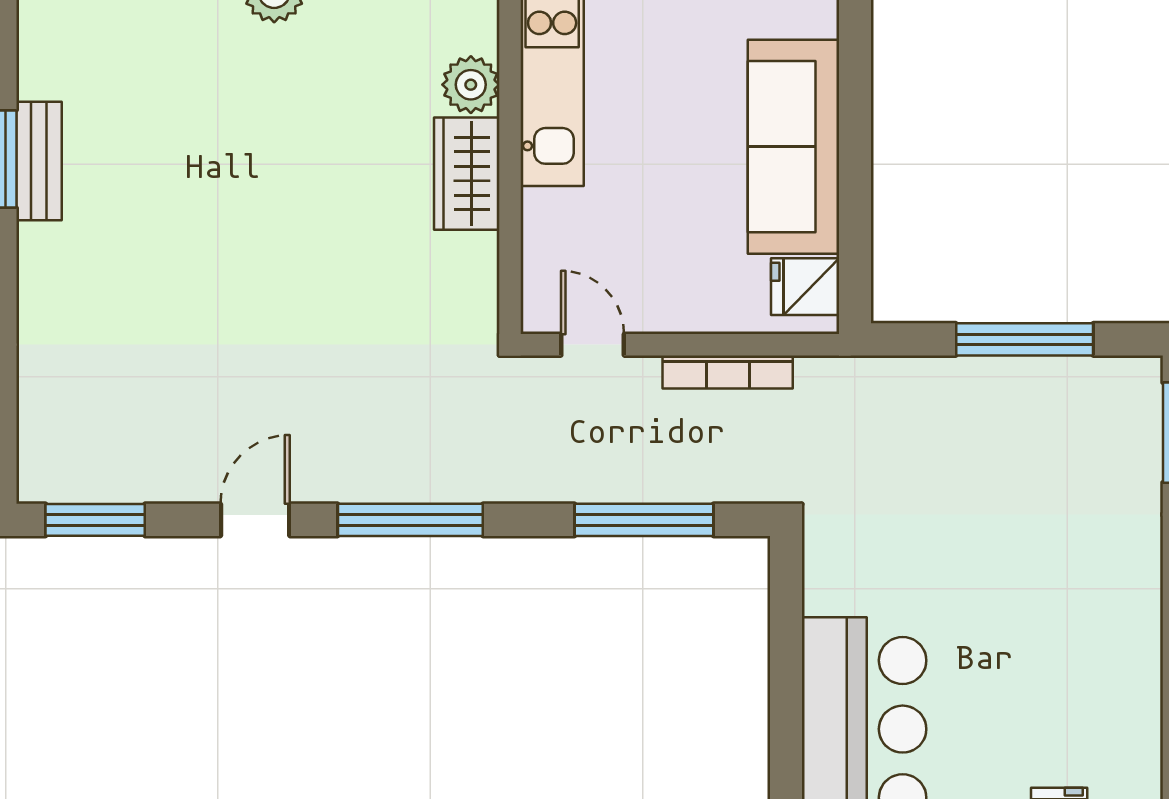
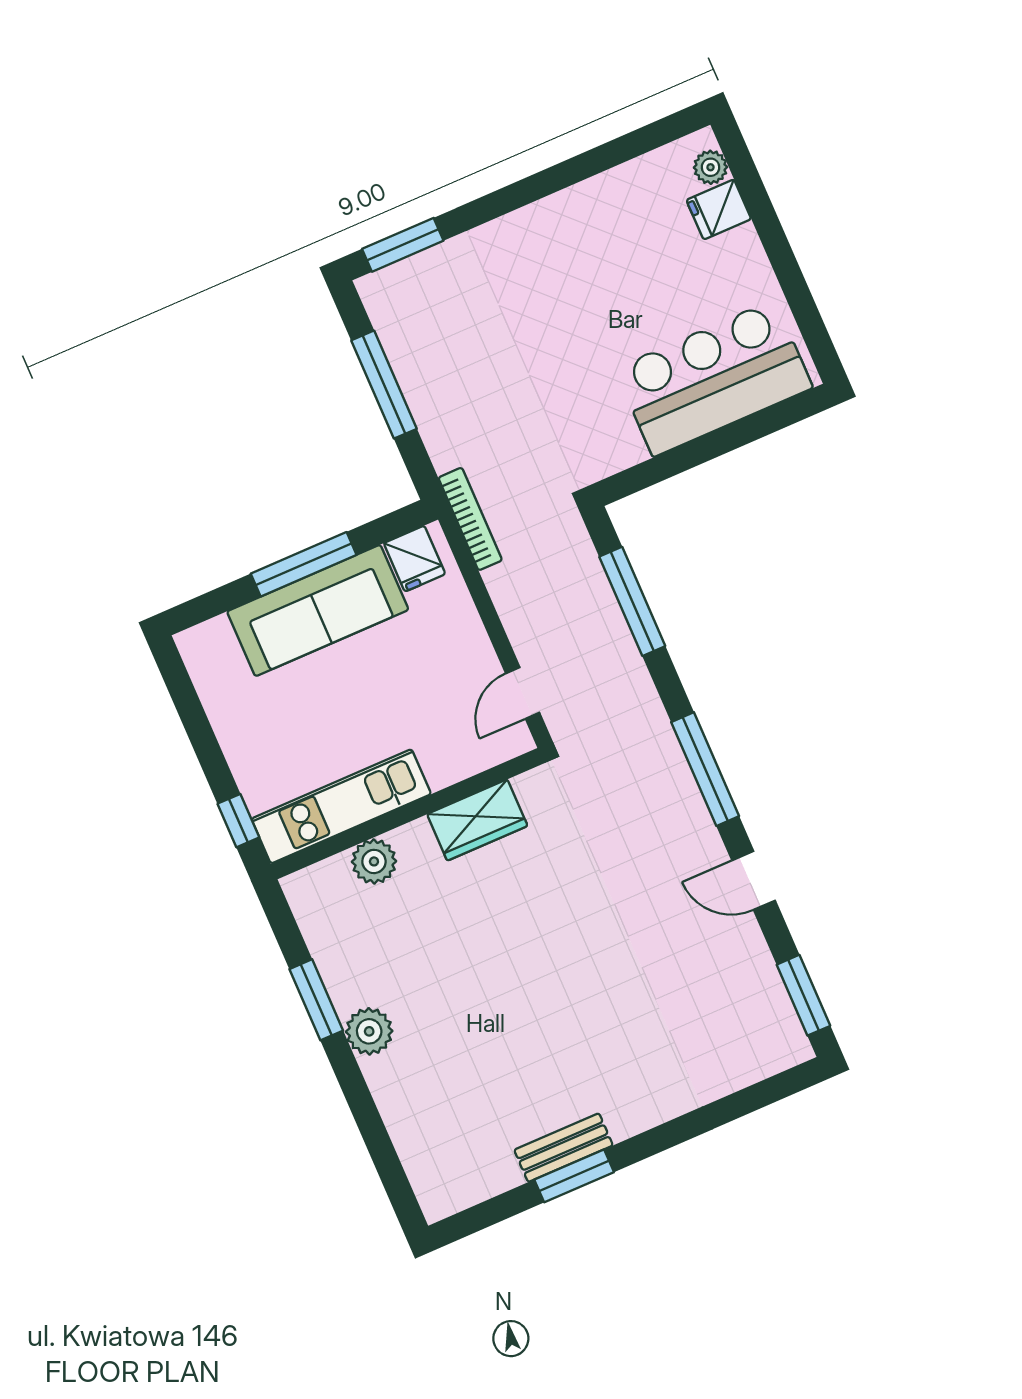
window: (855, 154) -> (304, 564), added
wardrobe: (467, 174) -> (477, 820), moved
bookcase: (728, 372) -> (470, 519), moved

